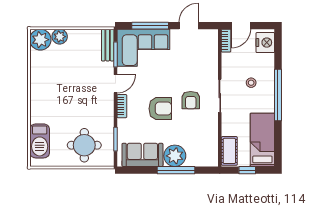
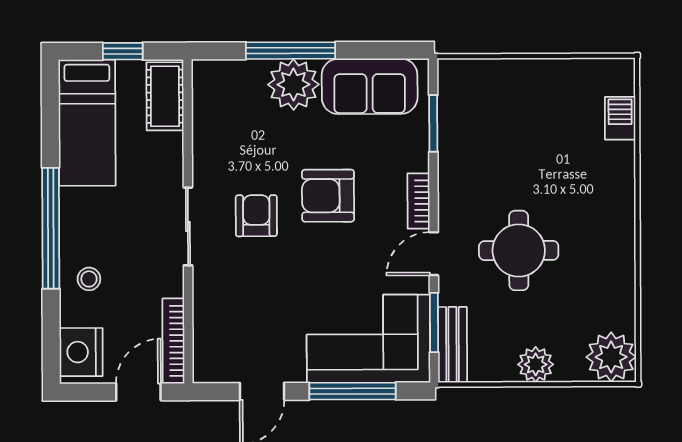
plant: (60, 37) -> (536, 364), moved
bookcase: (226, 41) -> (173, 341), width x1.56
stool: (251, 83) -> (89, 279), moved
barbecue: (40, 141) -> (620, 118), width x0.53, depth x0.65
round table: (84, 145) -> (519, 250), moved

